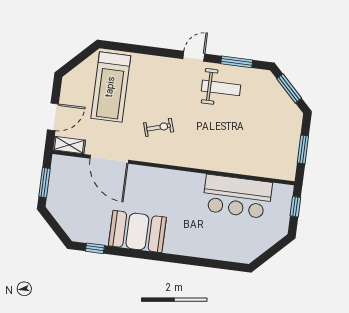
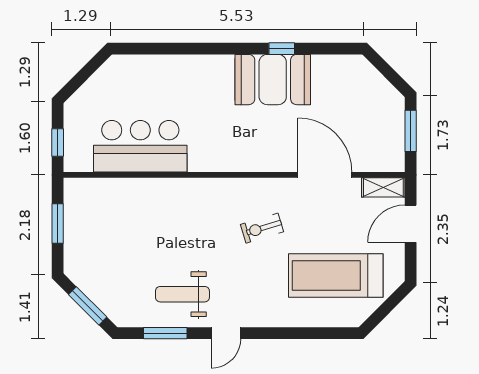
treadmill: (111, 87) -> (336, 275), turned -90
window: (95, 248) -> (282, 49), moved

